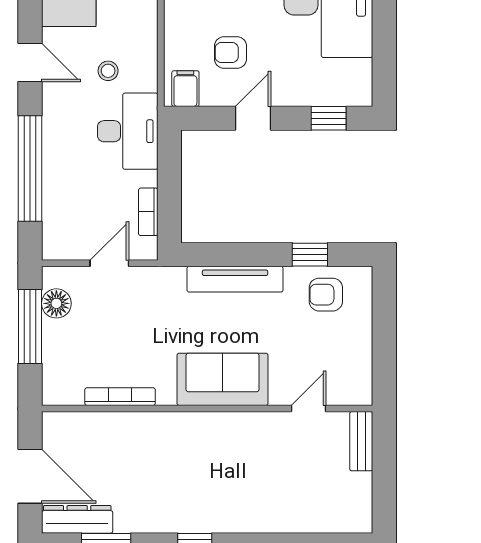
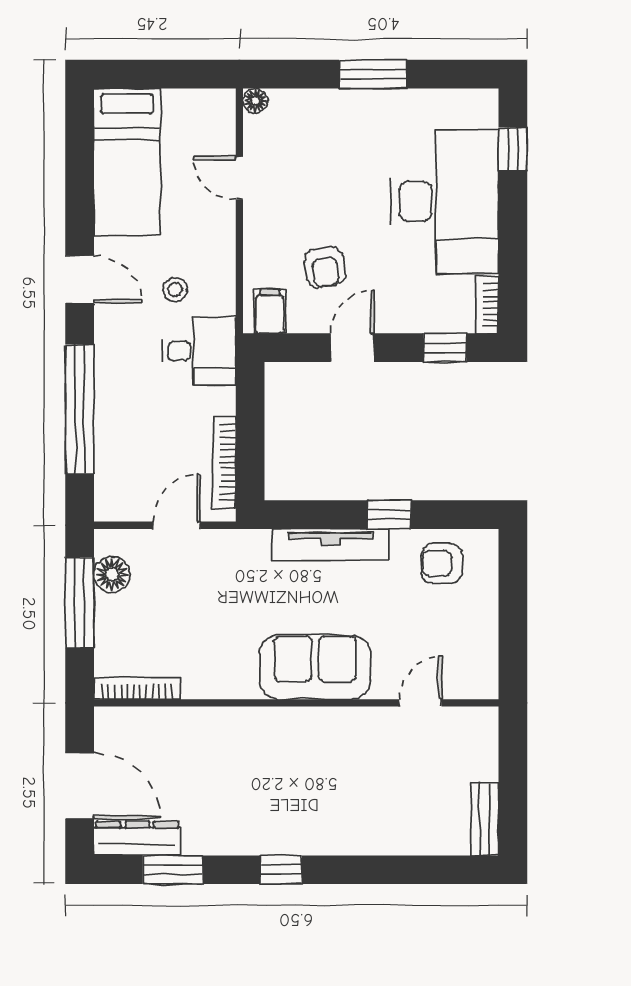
armchair: (231, 52) -> (325, 267), turned -98
bookcase: (363, 83) -> (487, 305), added
desk: (128, 131) -> (199, 351), width x0.73
bookcase: (148, 212) -> (224, 462), width x1.56
window: (310, 255) -> (389, 515), moved
bookcase: (120, 397) -> (137, 688), moved
bench: (361, 441) -> (485, 819), moved

